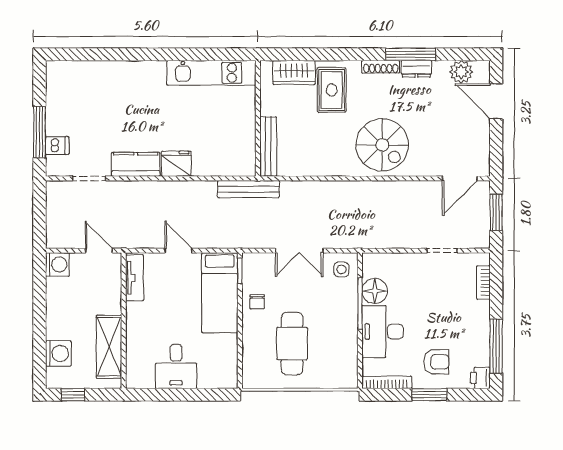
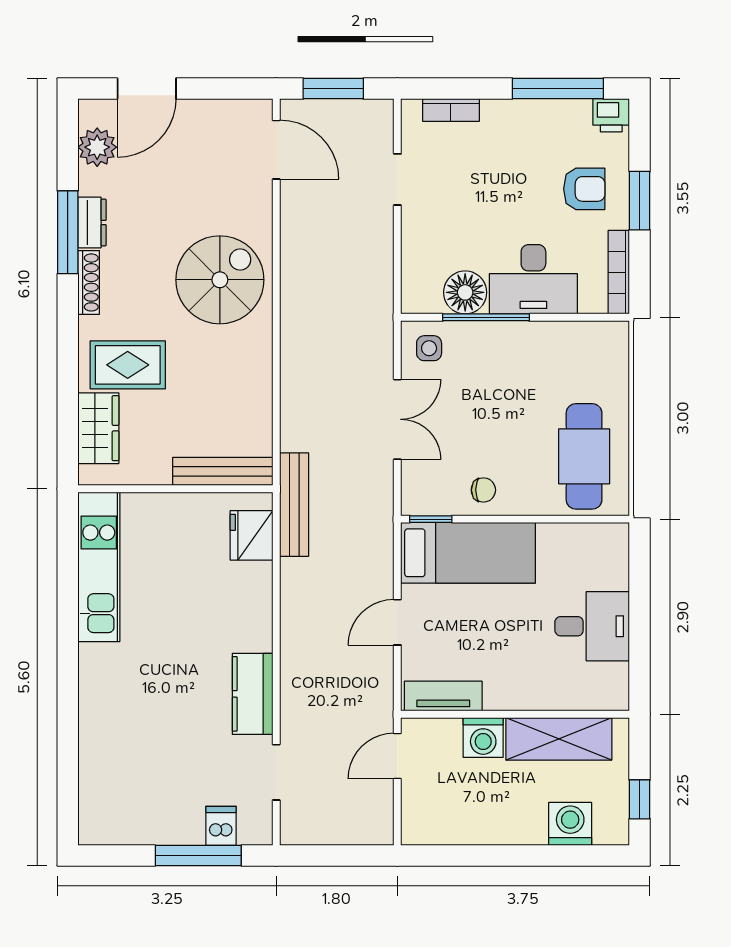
fridge: (176, 164) -> (252, 535), moved
washing machine: (57, 264) -> (483, 738), moved, turned 180
cafe table: (292, 343) -> (584, 456), moved, turned 90
armchair: (436, 362) -> (584, 189), turned 90

